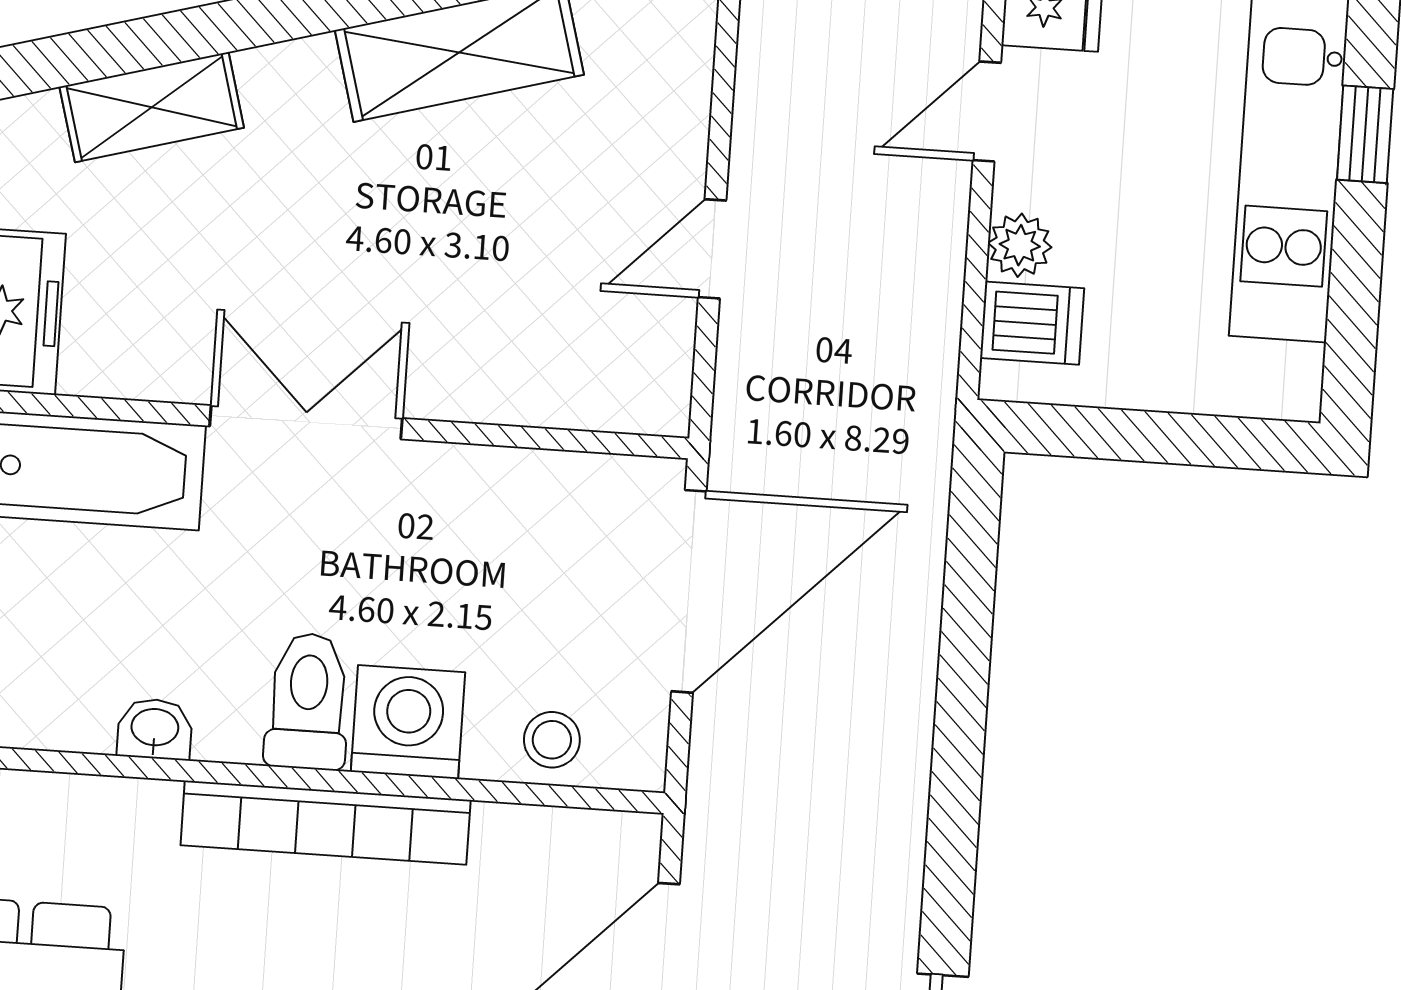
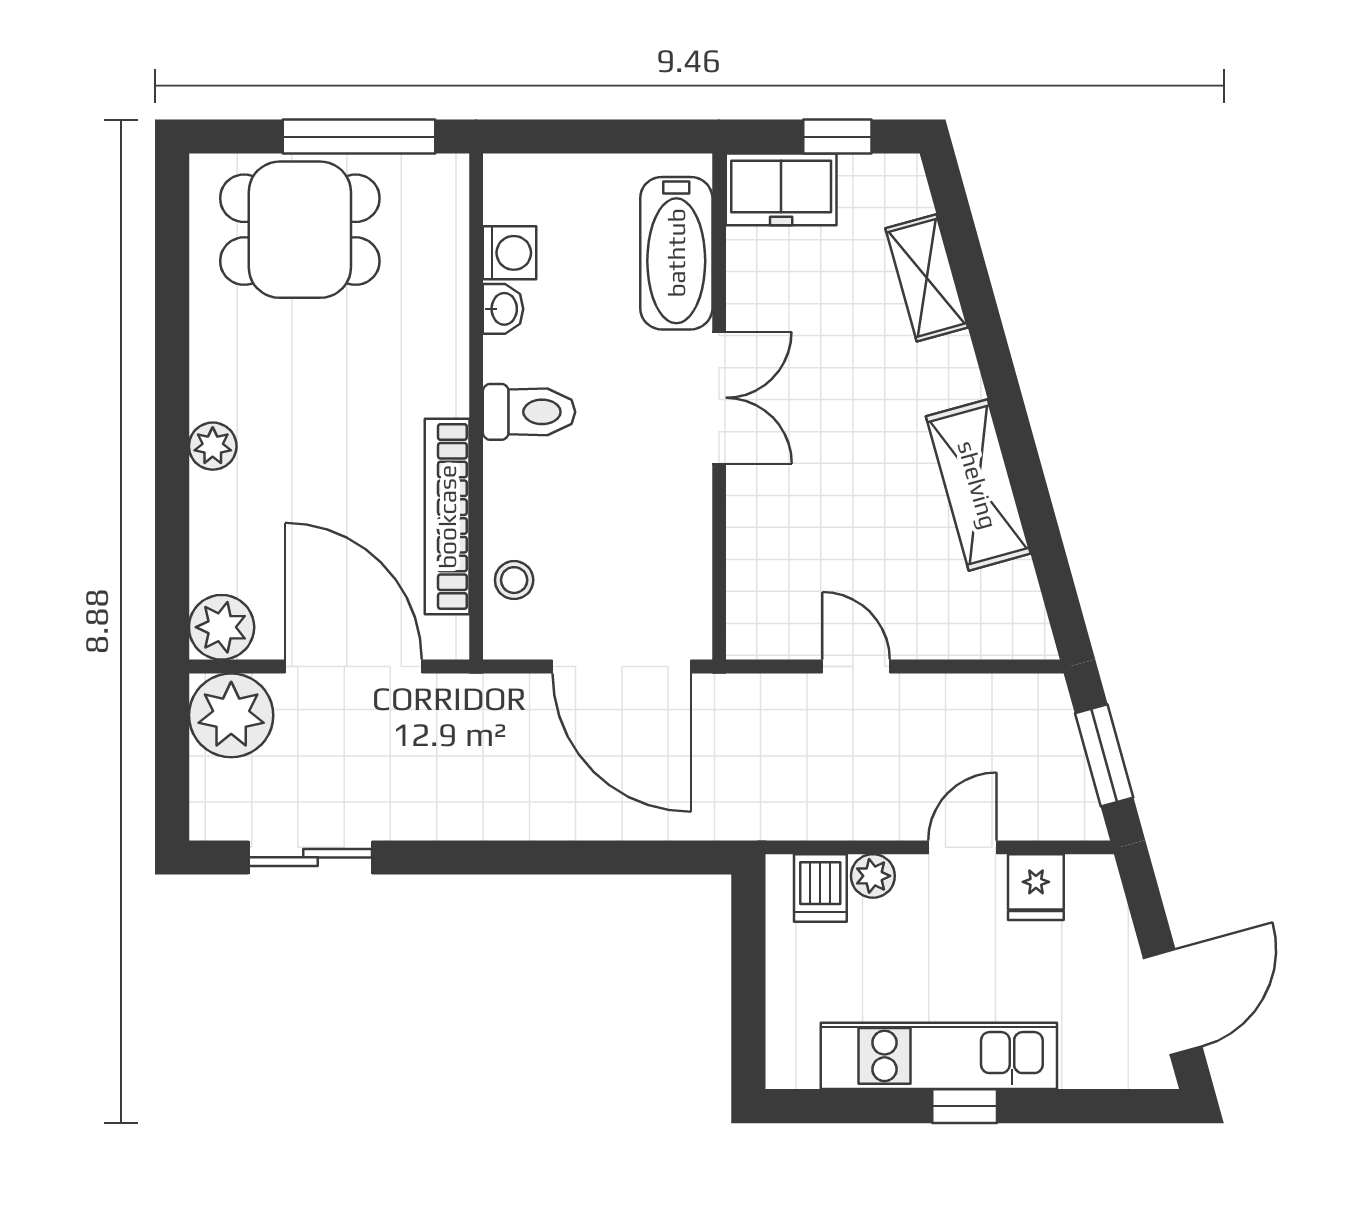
door: (987, 111) -> (962, 847), hinge flipped
washing machine: (408, 722) -> (509, 253), moved, width x0.73, depth x0.73
bookcase: (326, 823) -> (447, 517), moved

